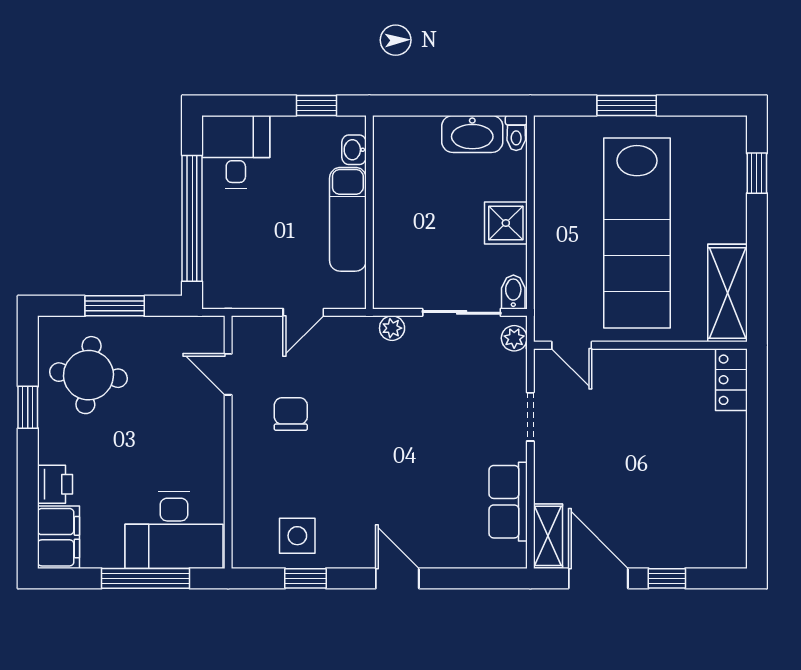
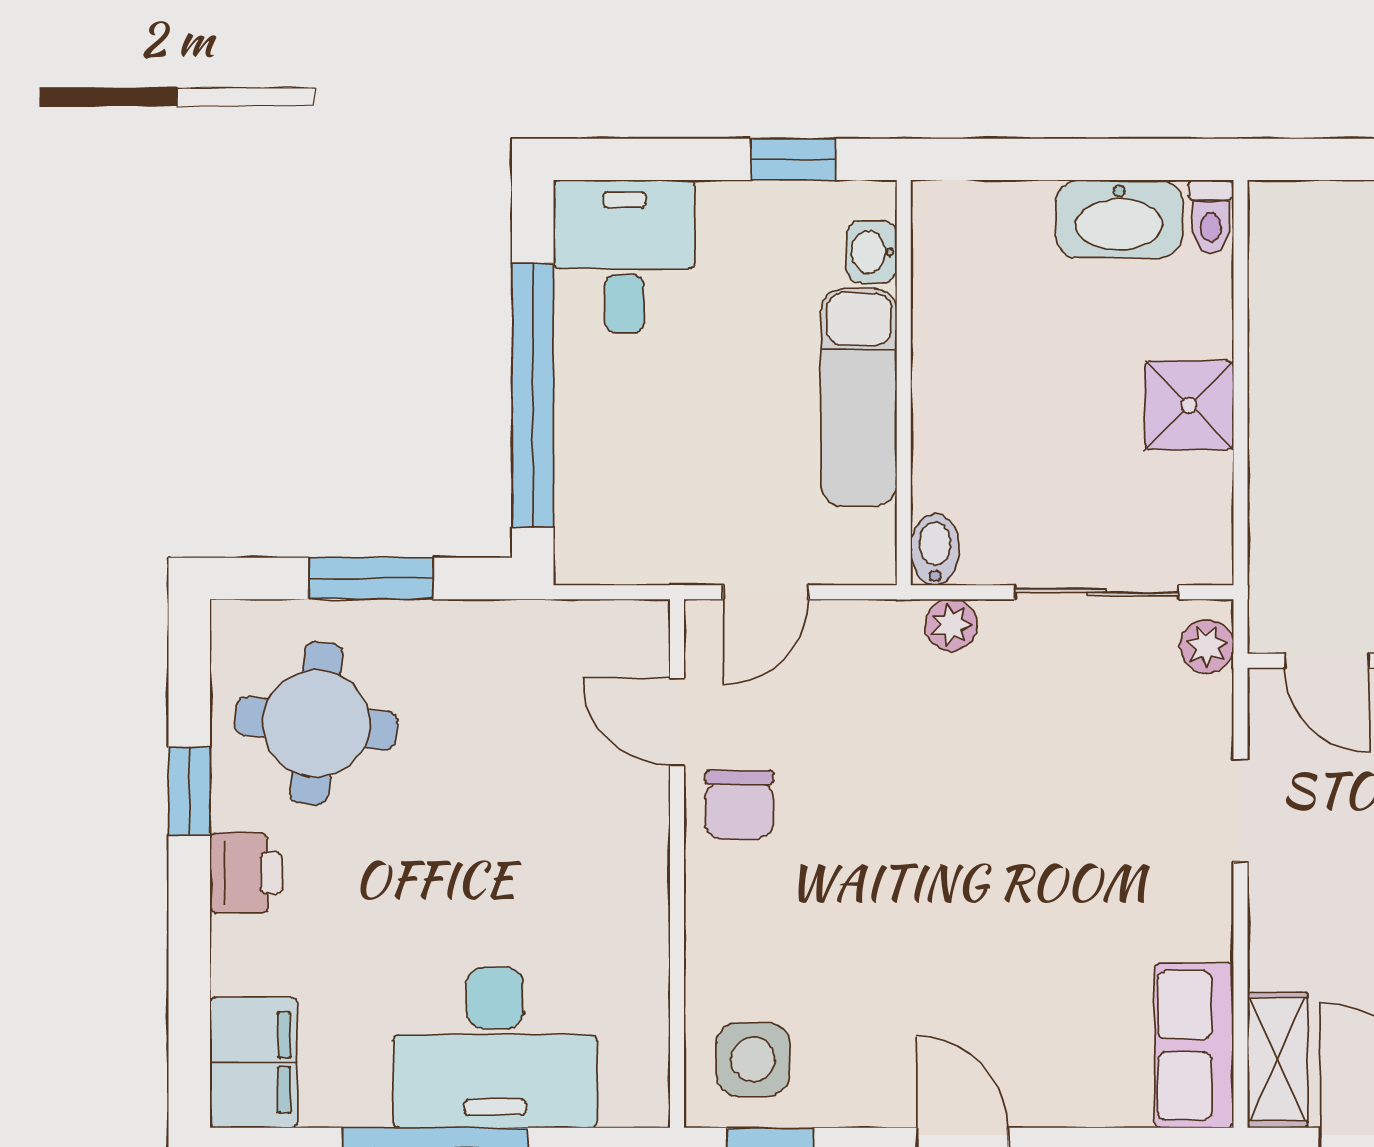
bidet: (513, 292) -> (935, 549), moved
door: (228, 374) -> (677, 722), moved
chair: (291, 414) -> (739, 805), turned 180
wall: (228, 442) -> (677, 864), moved
printer: (55, 484) -> (246, 873), moved
row of seats: (508, 502) -> (1194, 1045), moved

